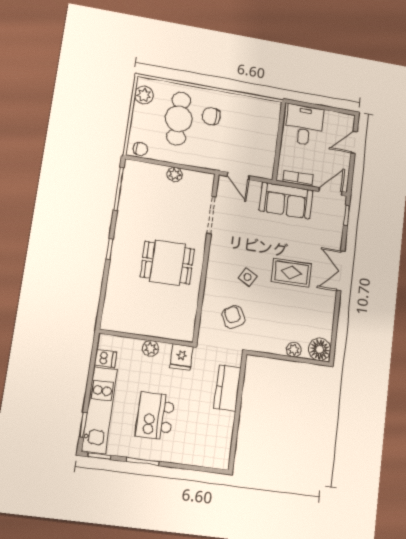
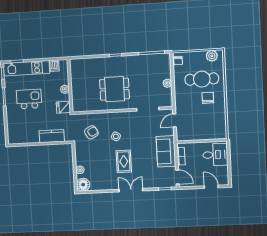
dining table: (167, 263) -> (114, 89), turned 90

